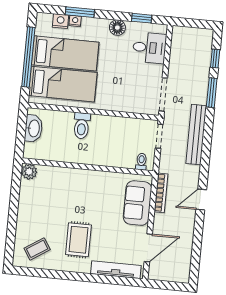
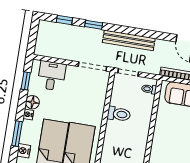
nightstand: (75, 21) -> (28, 114), moved
window: (212, 93) -> (94, 25), width x0.67
toilet: (82, 126) -> (119, 114), moved

